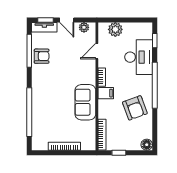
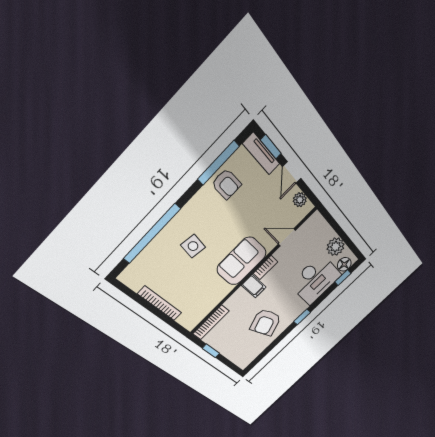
plant: (115, 29) -> (336, 247), moved
window: (155, 85) -> (302, 317), width x0.32
side table: (53, 100) -> (193, 246), added
sofa: (85, 102) -> (242, 261), moved
floor lamp: (147, 145) -> (344, 264), moved

